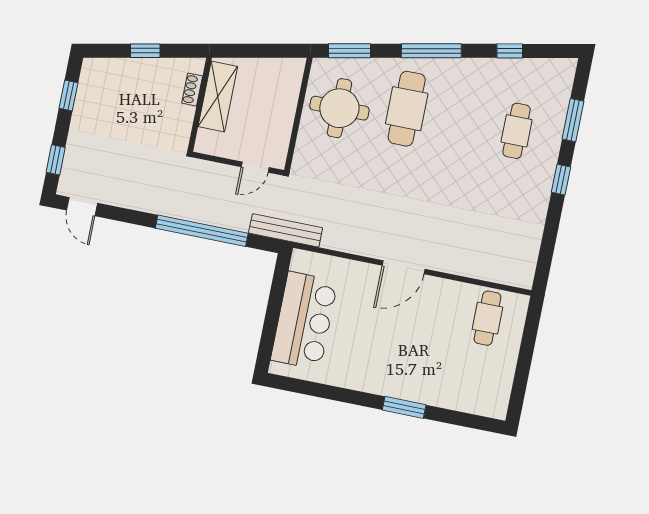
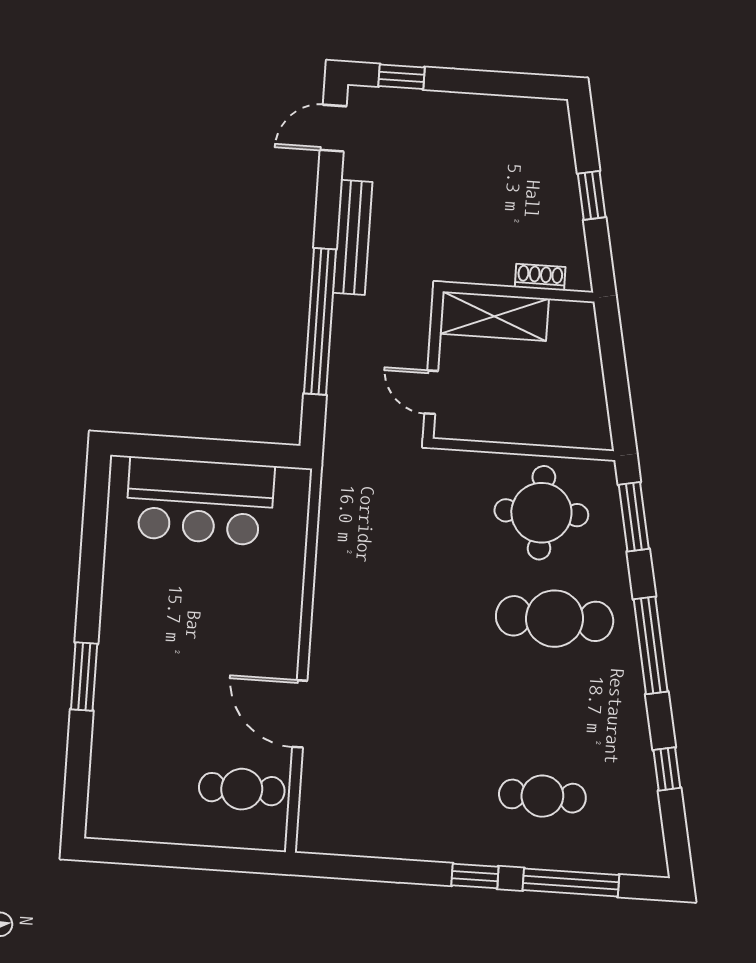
window: (69, 96) -> (505, 84), removed
shelving: (218, 97) -> (494, 316), moved
window: (573, 120) -> (571, 883), width x1.44
bench: (286, 230) -> (353, 237), moved
door: (404, 267) -> (300, 714), moved

